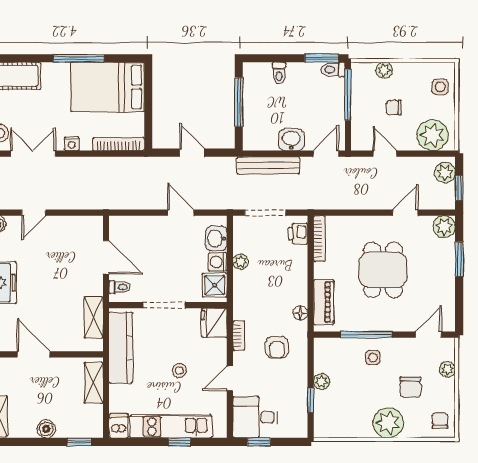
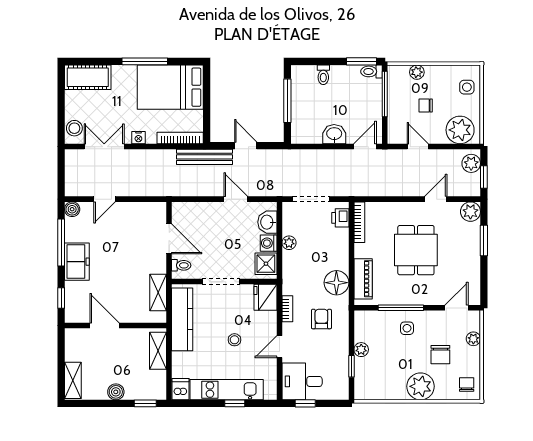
bench: (268, 165) -> (204, 157), moved
floor lamp: (300, 313) -> (336, 283), width x1.89, depth x1.89
armchair: (277, 347) -> (321, 319), turned 180

